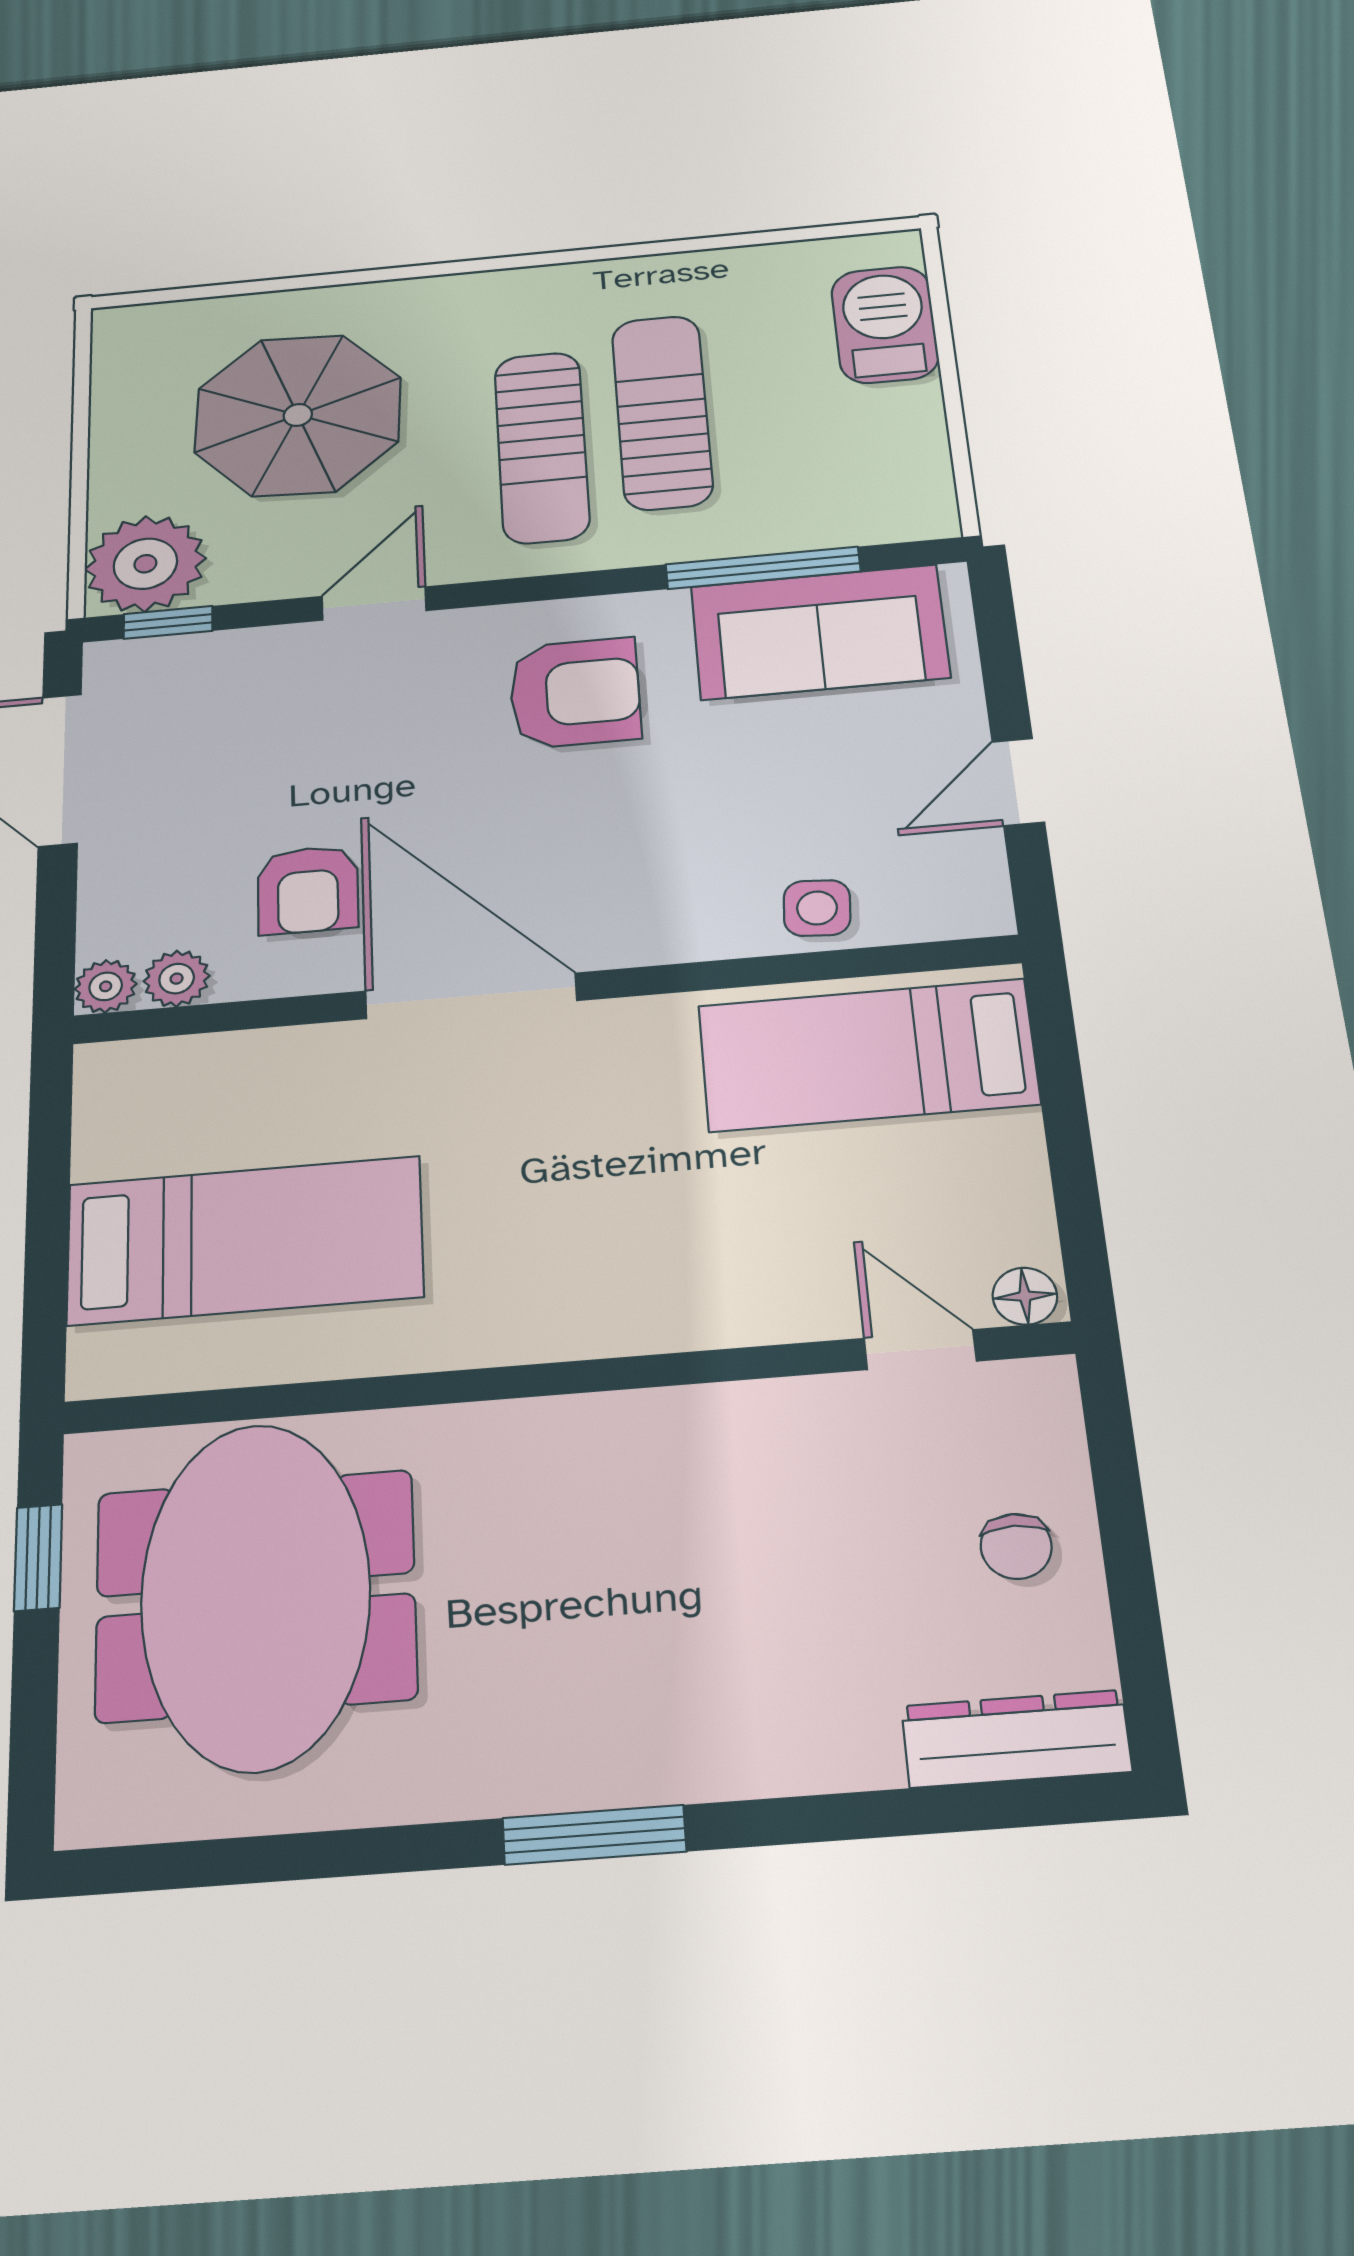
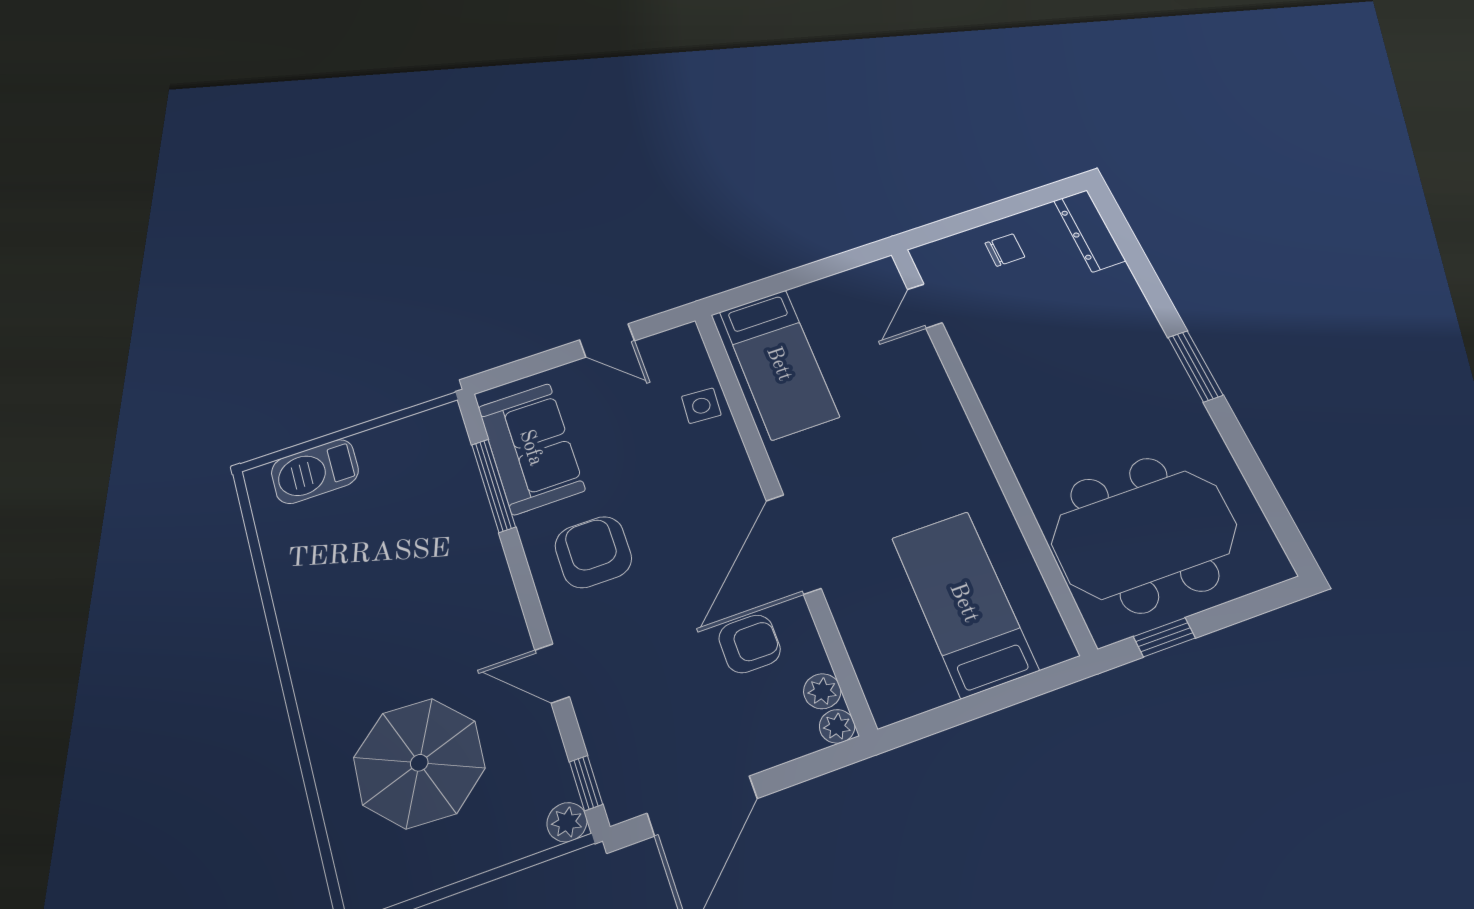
sun lounger: (662, 412) -> (391, 565), removed
sun lounger: (542, 447) -> (425, 620), removed
plant: (145, 564) -> (567, 822), width x0.53, depth x0.53
floor lamp: (1025, 1296) -> (885, 274), removed

